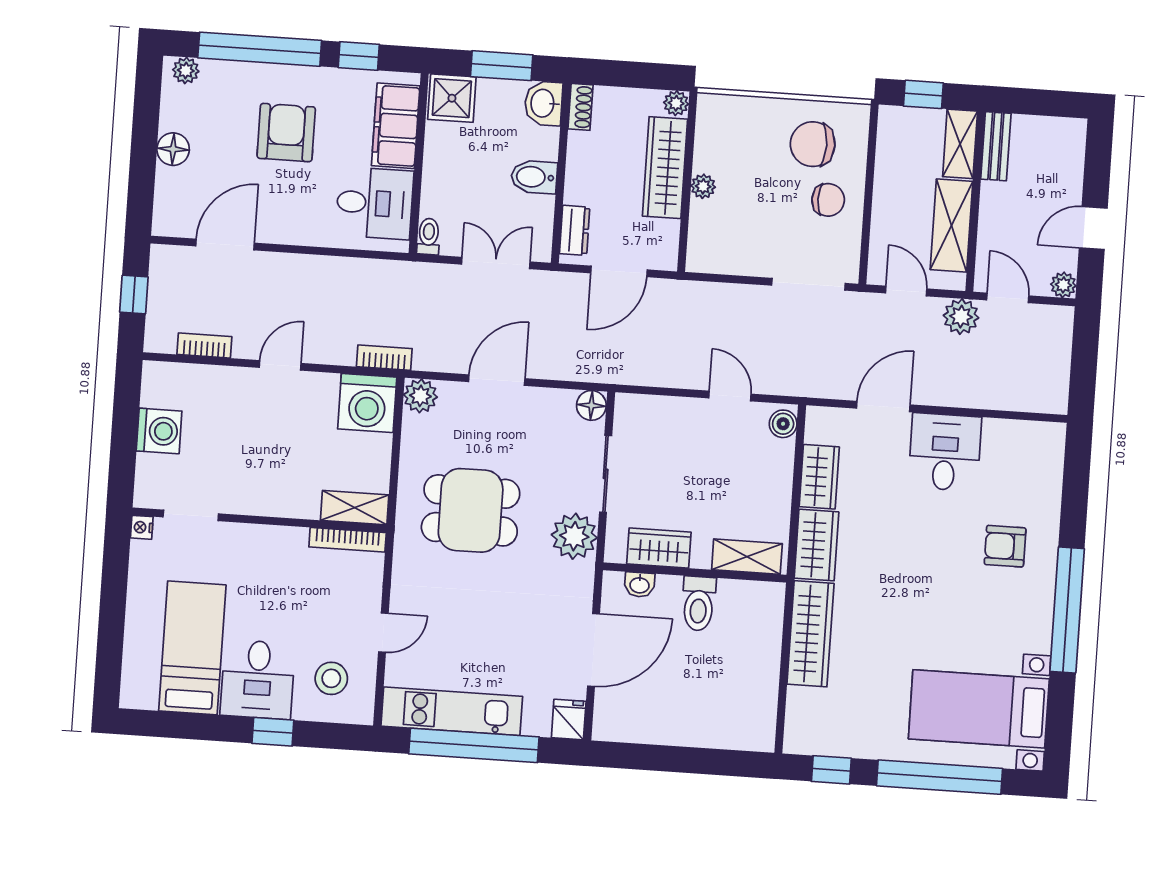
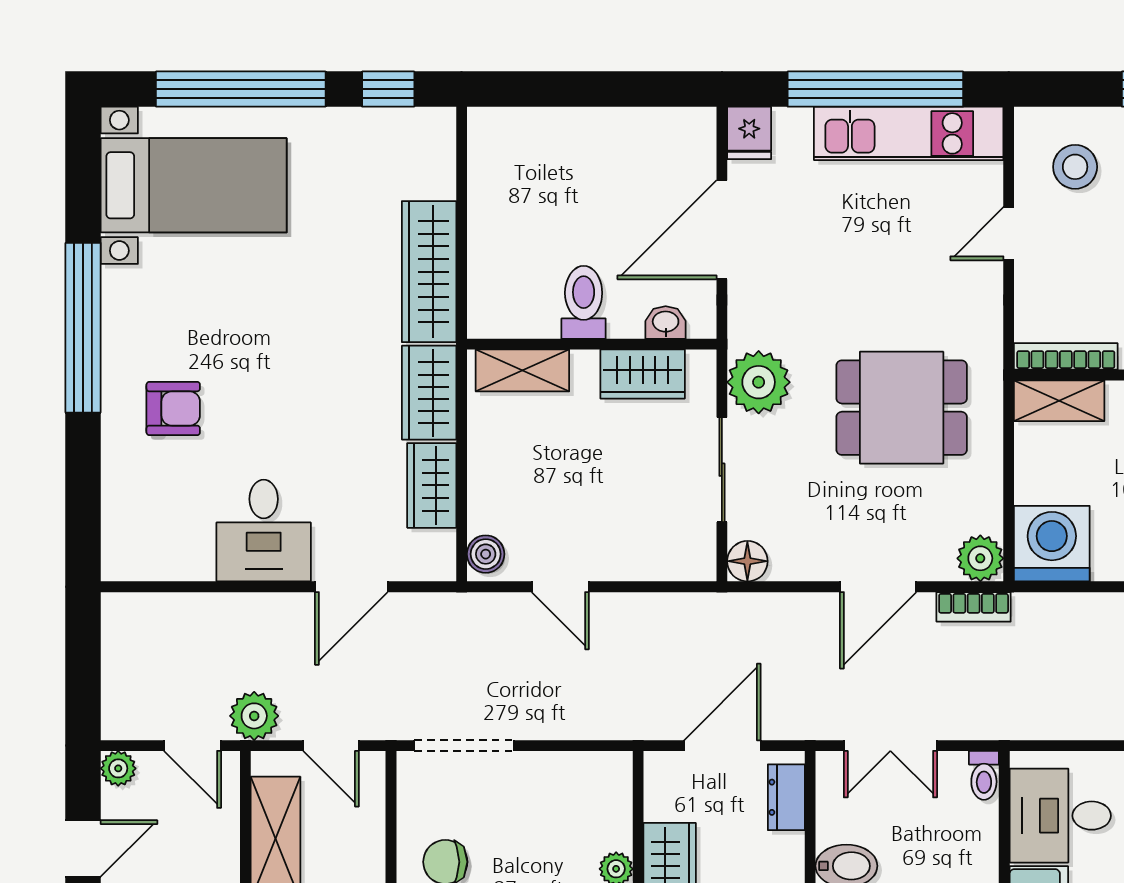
bookcase: (384, 358) -> (974, 607), moved

